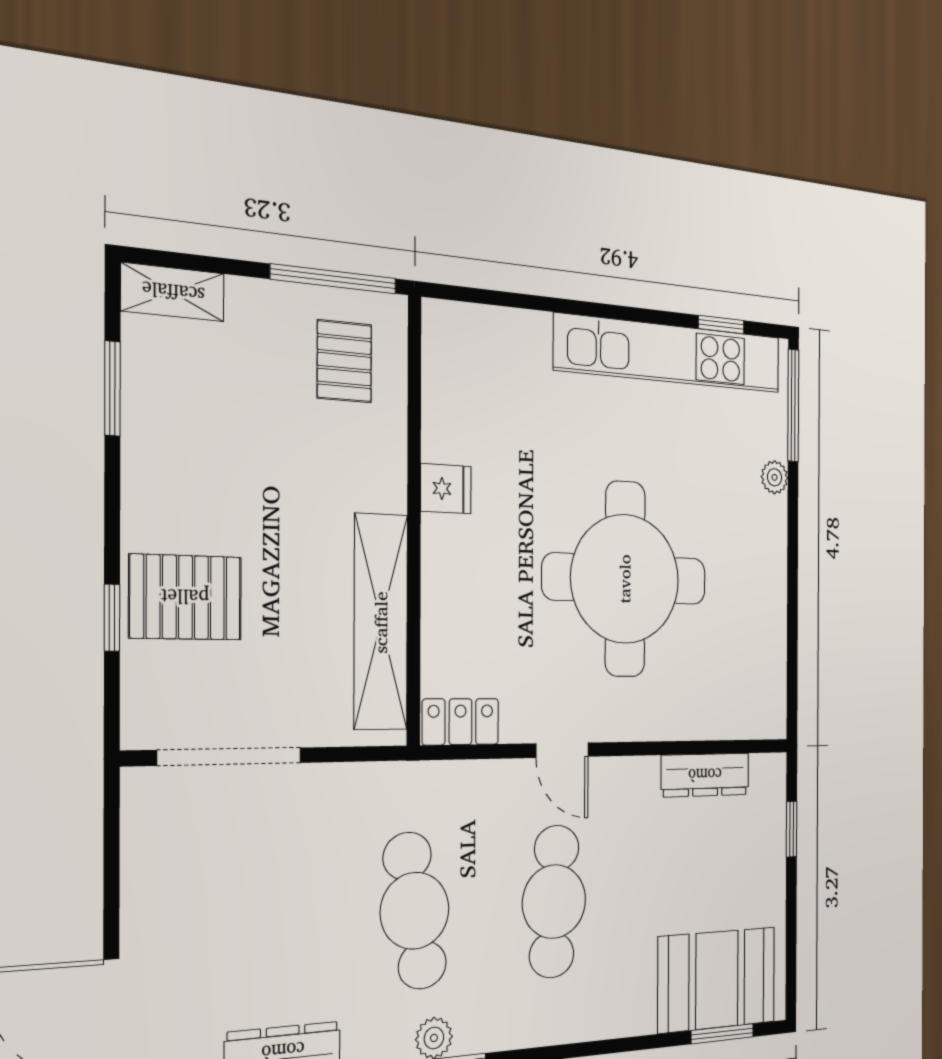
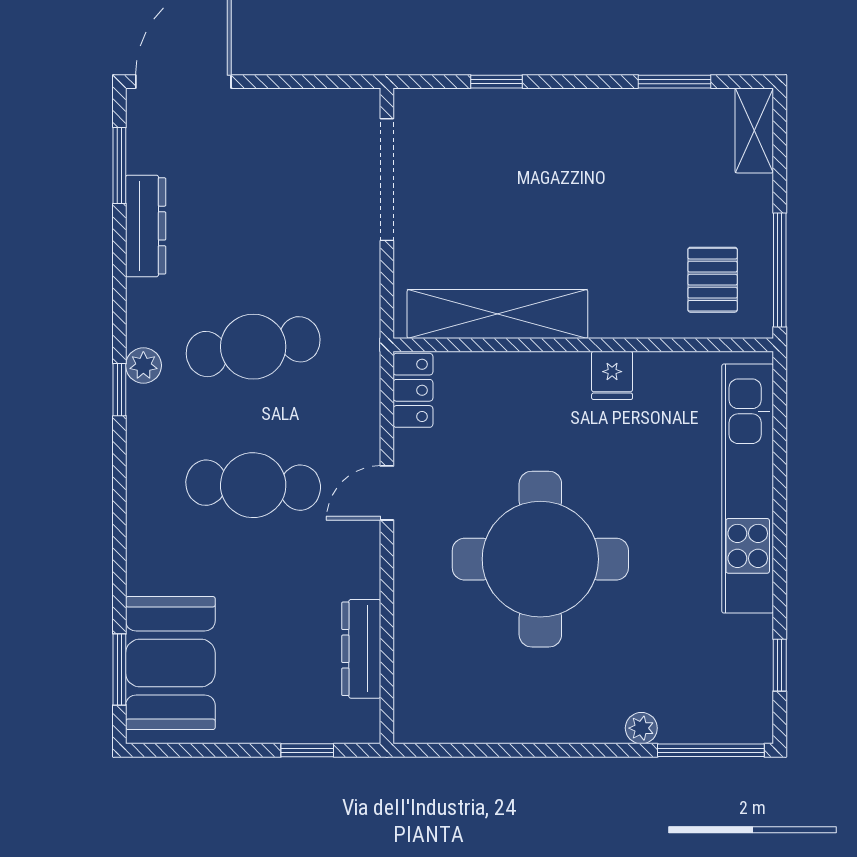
kitchen unit: (670, 354) -> (748, 489), moved
pallet: (344, 361) -> (713, 280), turned 90
pallet: (185, 597) -> (514, 142), removed

